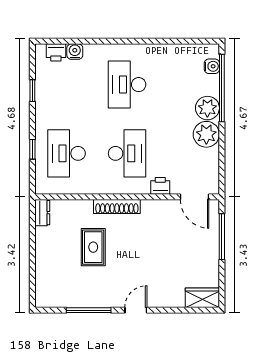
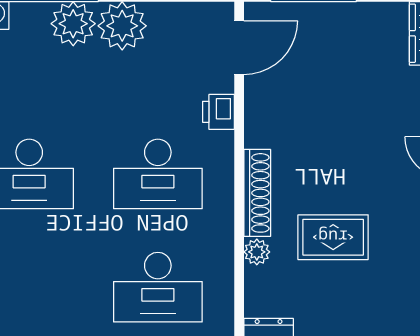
desk: (127, 153) -> (158, 174), turned 180
plant: (85, 206) -> (257, 252), added

